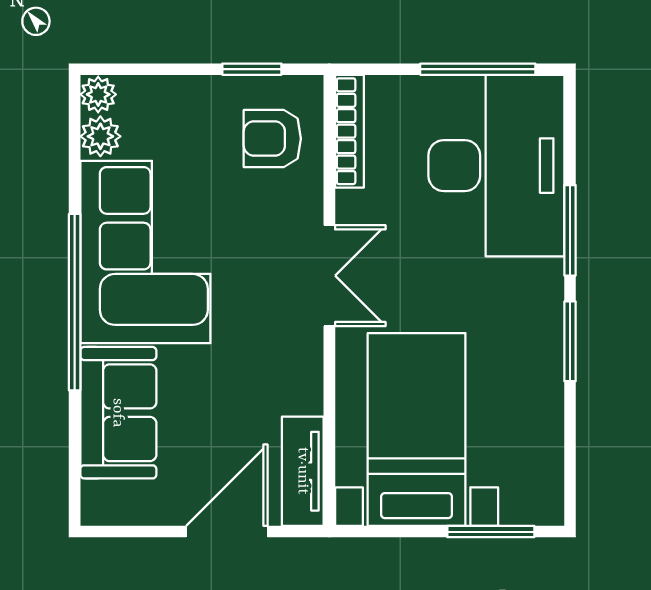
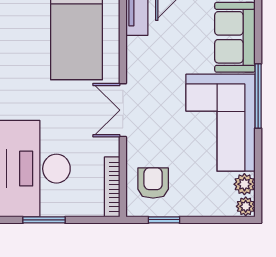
window: (478, 69) -> (44, 220), width x0.69
armchair: (272, 139) -> (153, 183), turned -90
window: (75, 302) -> (258, 96), width x0.68

